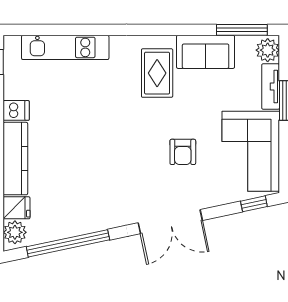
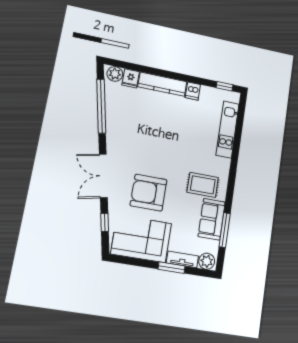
window: (242, 30) -> (225, 230), moved
armchair: (183, 152) -> (149, 193), width x1.88, depth x1.88
window: (254, 204) -> (105, 222), moved

